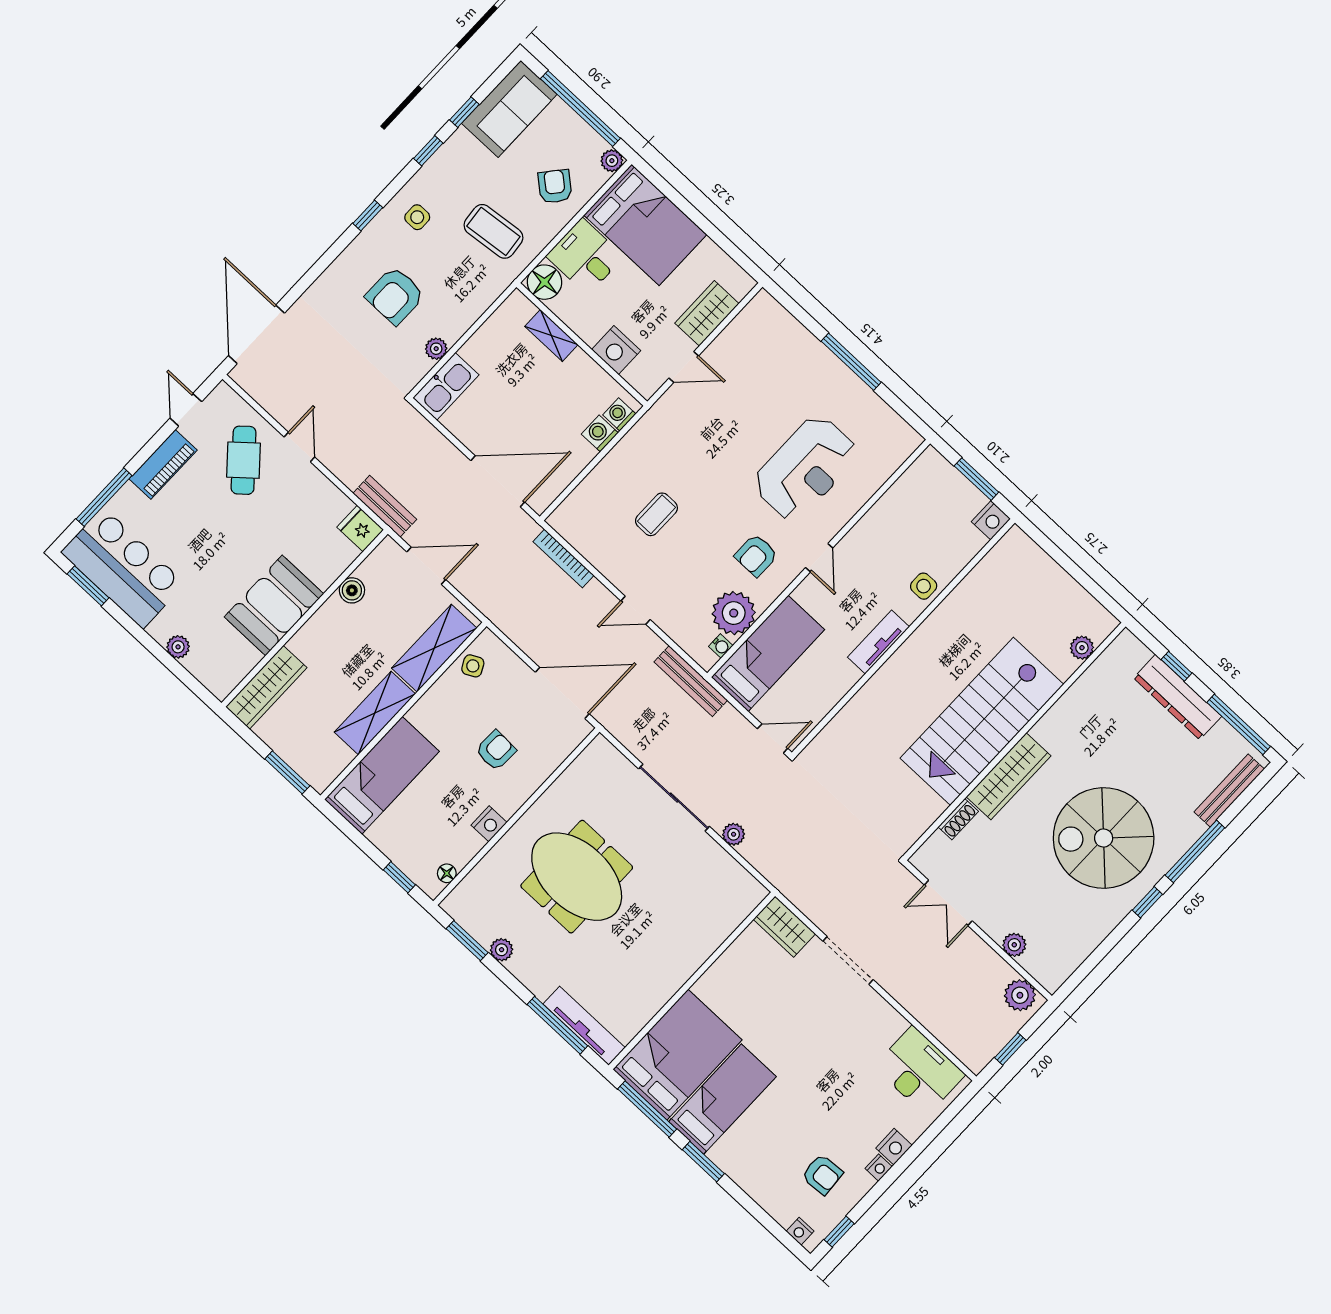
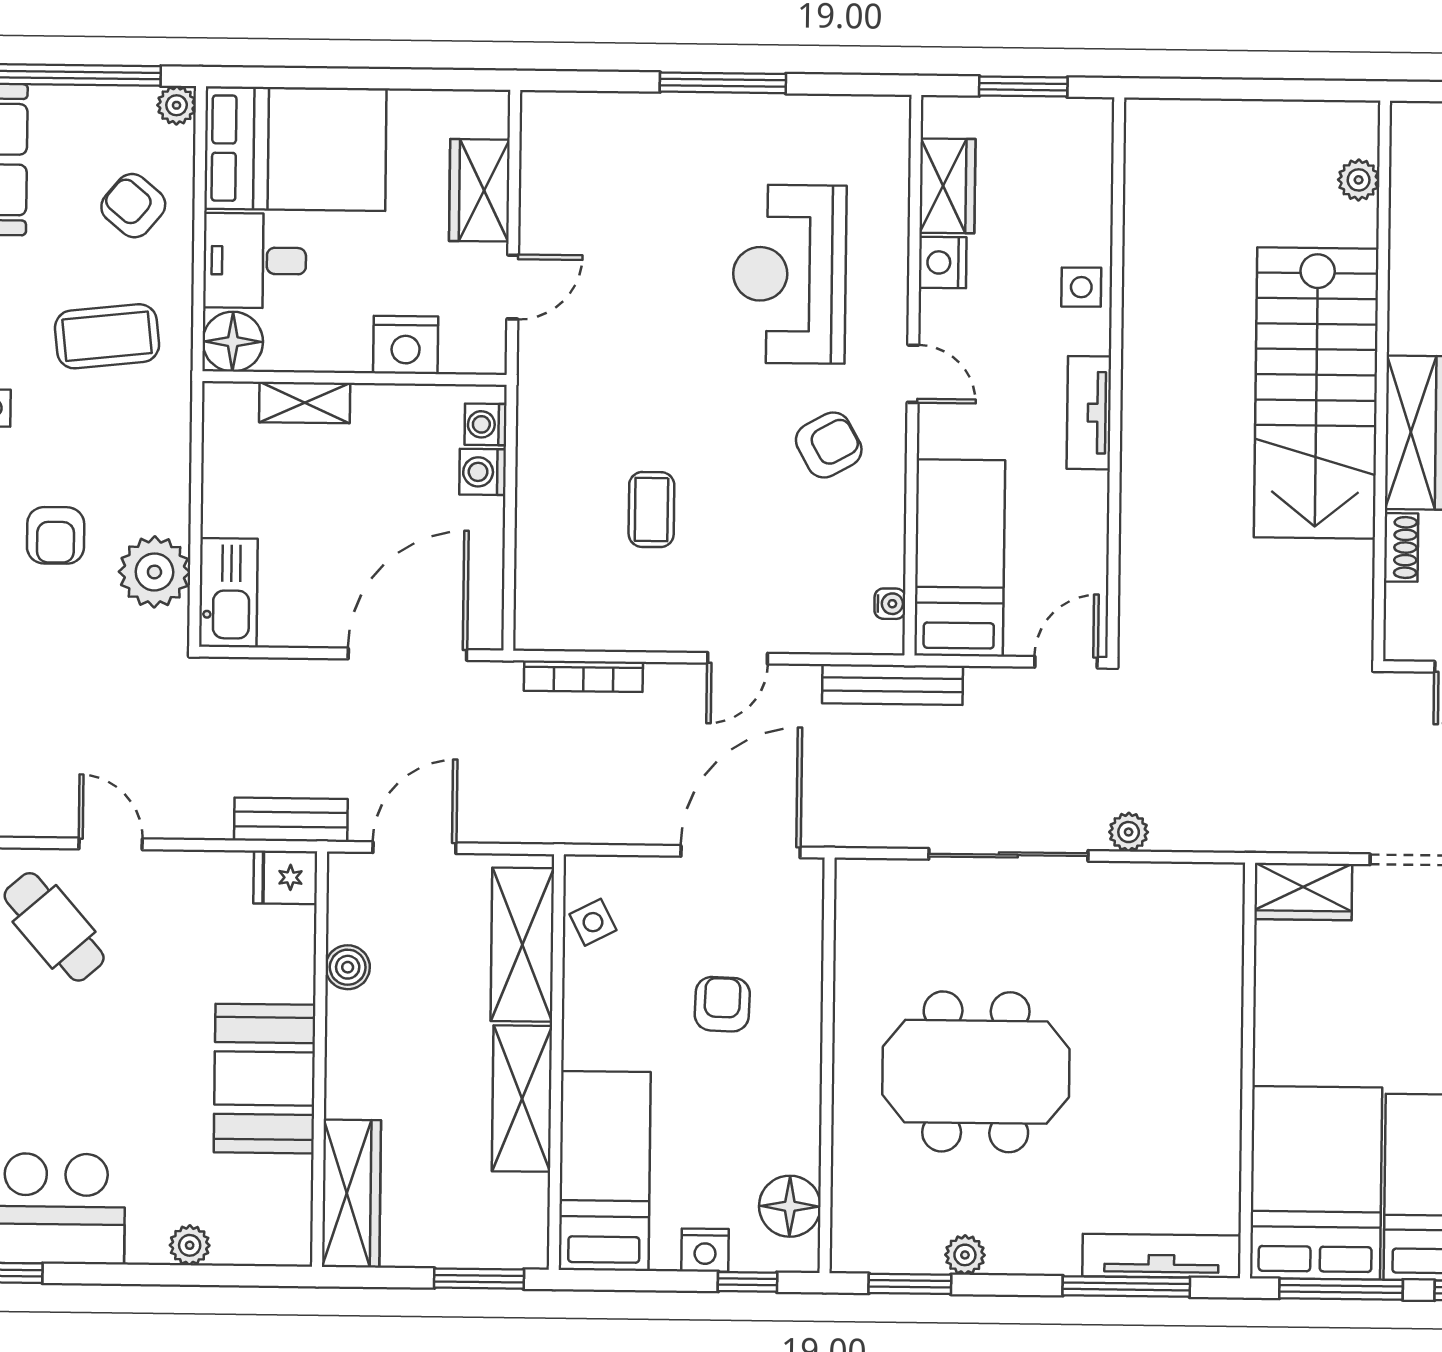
armchair: (395, 296) -> (56, 535), width x0.72, depth x0.72
plant: (436, 349) -> (154, 572), width x1.88, depth x1.88
reception desk: (805, 468) -> (789, 274), turned 180
wardrobe: (906, 492) -> (947, 186), added
nightstand: (991, 520) -> (943, 262), moved, turned 180
armchair: (756, 555) -> (829, 445), turned -119
plant: (734, 613) -> (868, 546), removed
nightstand: (489, 824) -> (705, 1250), moved, turned 90
floor lamp: (447, 873) -> (790, 1206), width x1.89, depth x1.89

